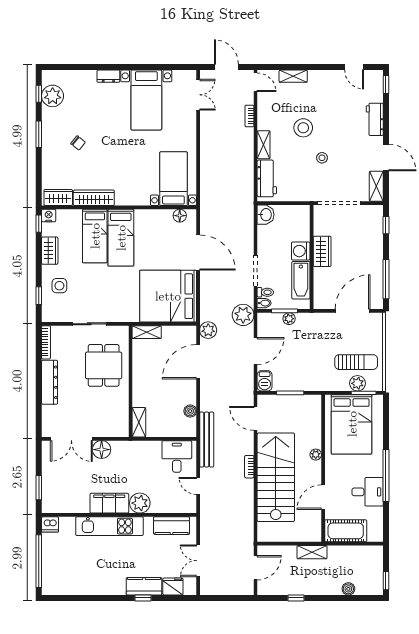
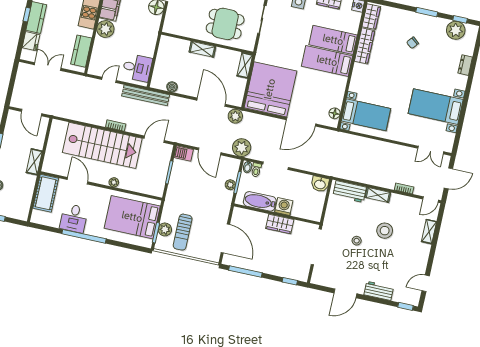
dresser: (108, 76) -> (465, 65), moved
shelving: (376, 186) -> (323, 280), removed
shelving: (139, 422) -> (202, 49), moved

